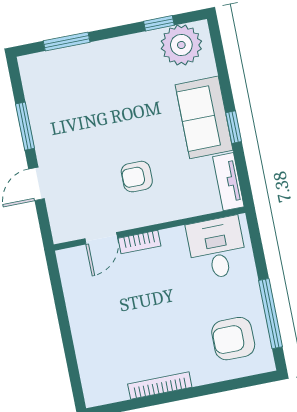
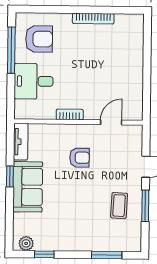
plant: (181, 45) -> (26, 243), width x0.53, depth x0.53
coffee table: (64, 118) -> (119, 206), added
bookcase: (139, 242) -> (70, 114), moved
desk: (217, 248) -> (34, 81), moved, turned 90

